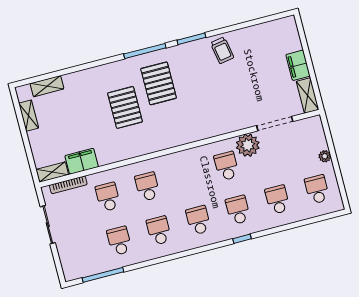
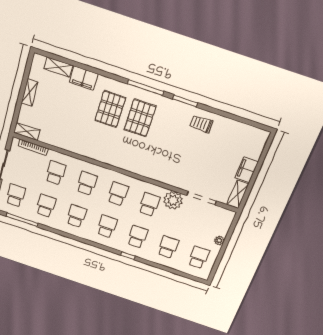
trolley: (222, 50) -> (201, 124), turned 100
pallet: (125, 107) -> (110, 109), moved
shelving: (29, 116) -> (30, 92), moved
filing cabinet: (82, 161) -> (84, 78), moved, turned 180
school desk: (187, 176) -> (118, 194), added
school desk: (80, 251) -> (16, 195), added

